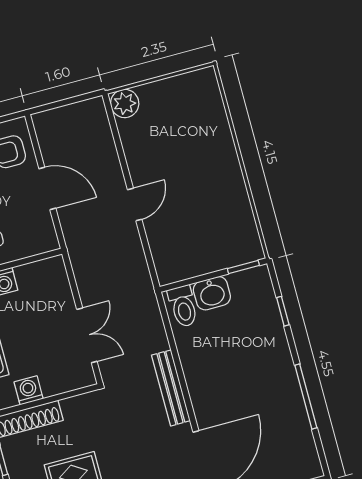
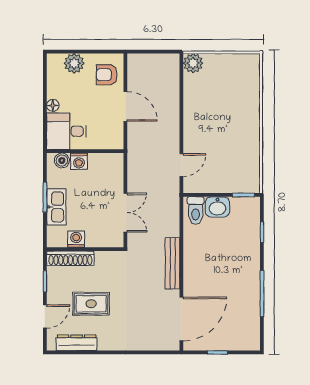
door: (135, 205) -> (181, 165), moved

